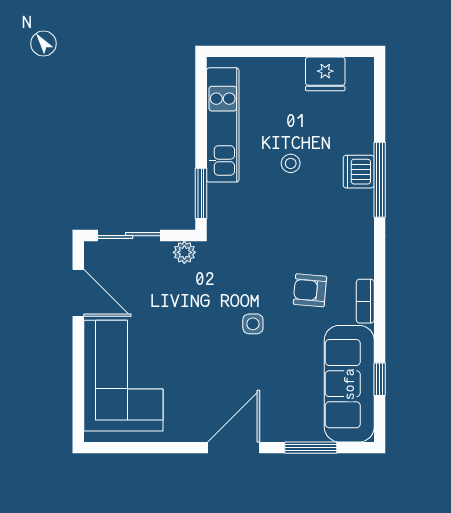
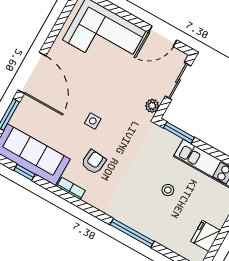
dishwasher: (359, 172) -> (143, 224), removed
door: (234, 448) -> (32, 73), width x1.36

